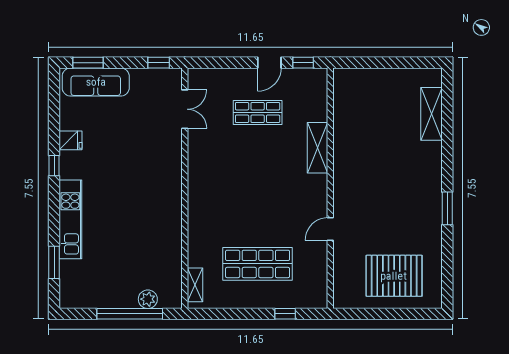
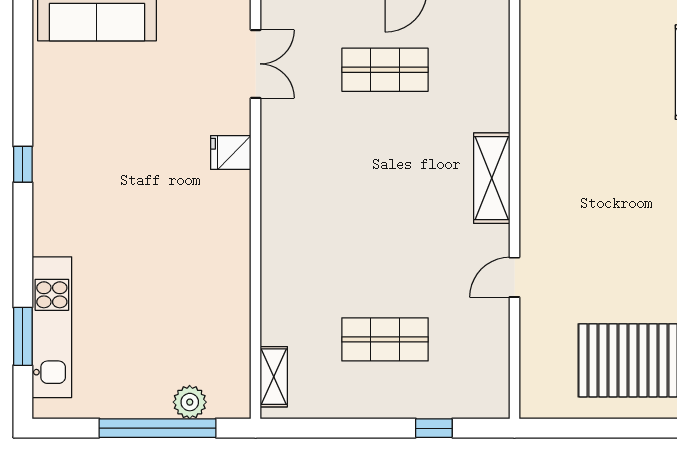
fridge: (71, 140) -> (231, 152), moved, turned 180
shelving: (318, 148) -> (492, 178), moved
kitchen unit: (70, 219) -> (52, 327), moved
shop shelf: (258, 264) -> (385, 339), width x0.70, depth x0.74

